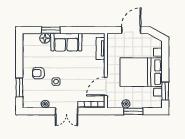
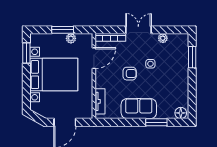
floor lamp: (45, 38) -> (181, 113), moved
armchair: (38, 73) -> (130, 74), moved

